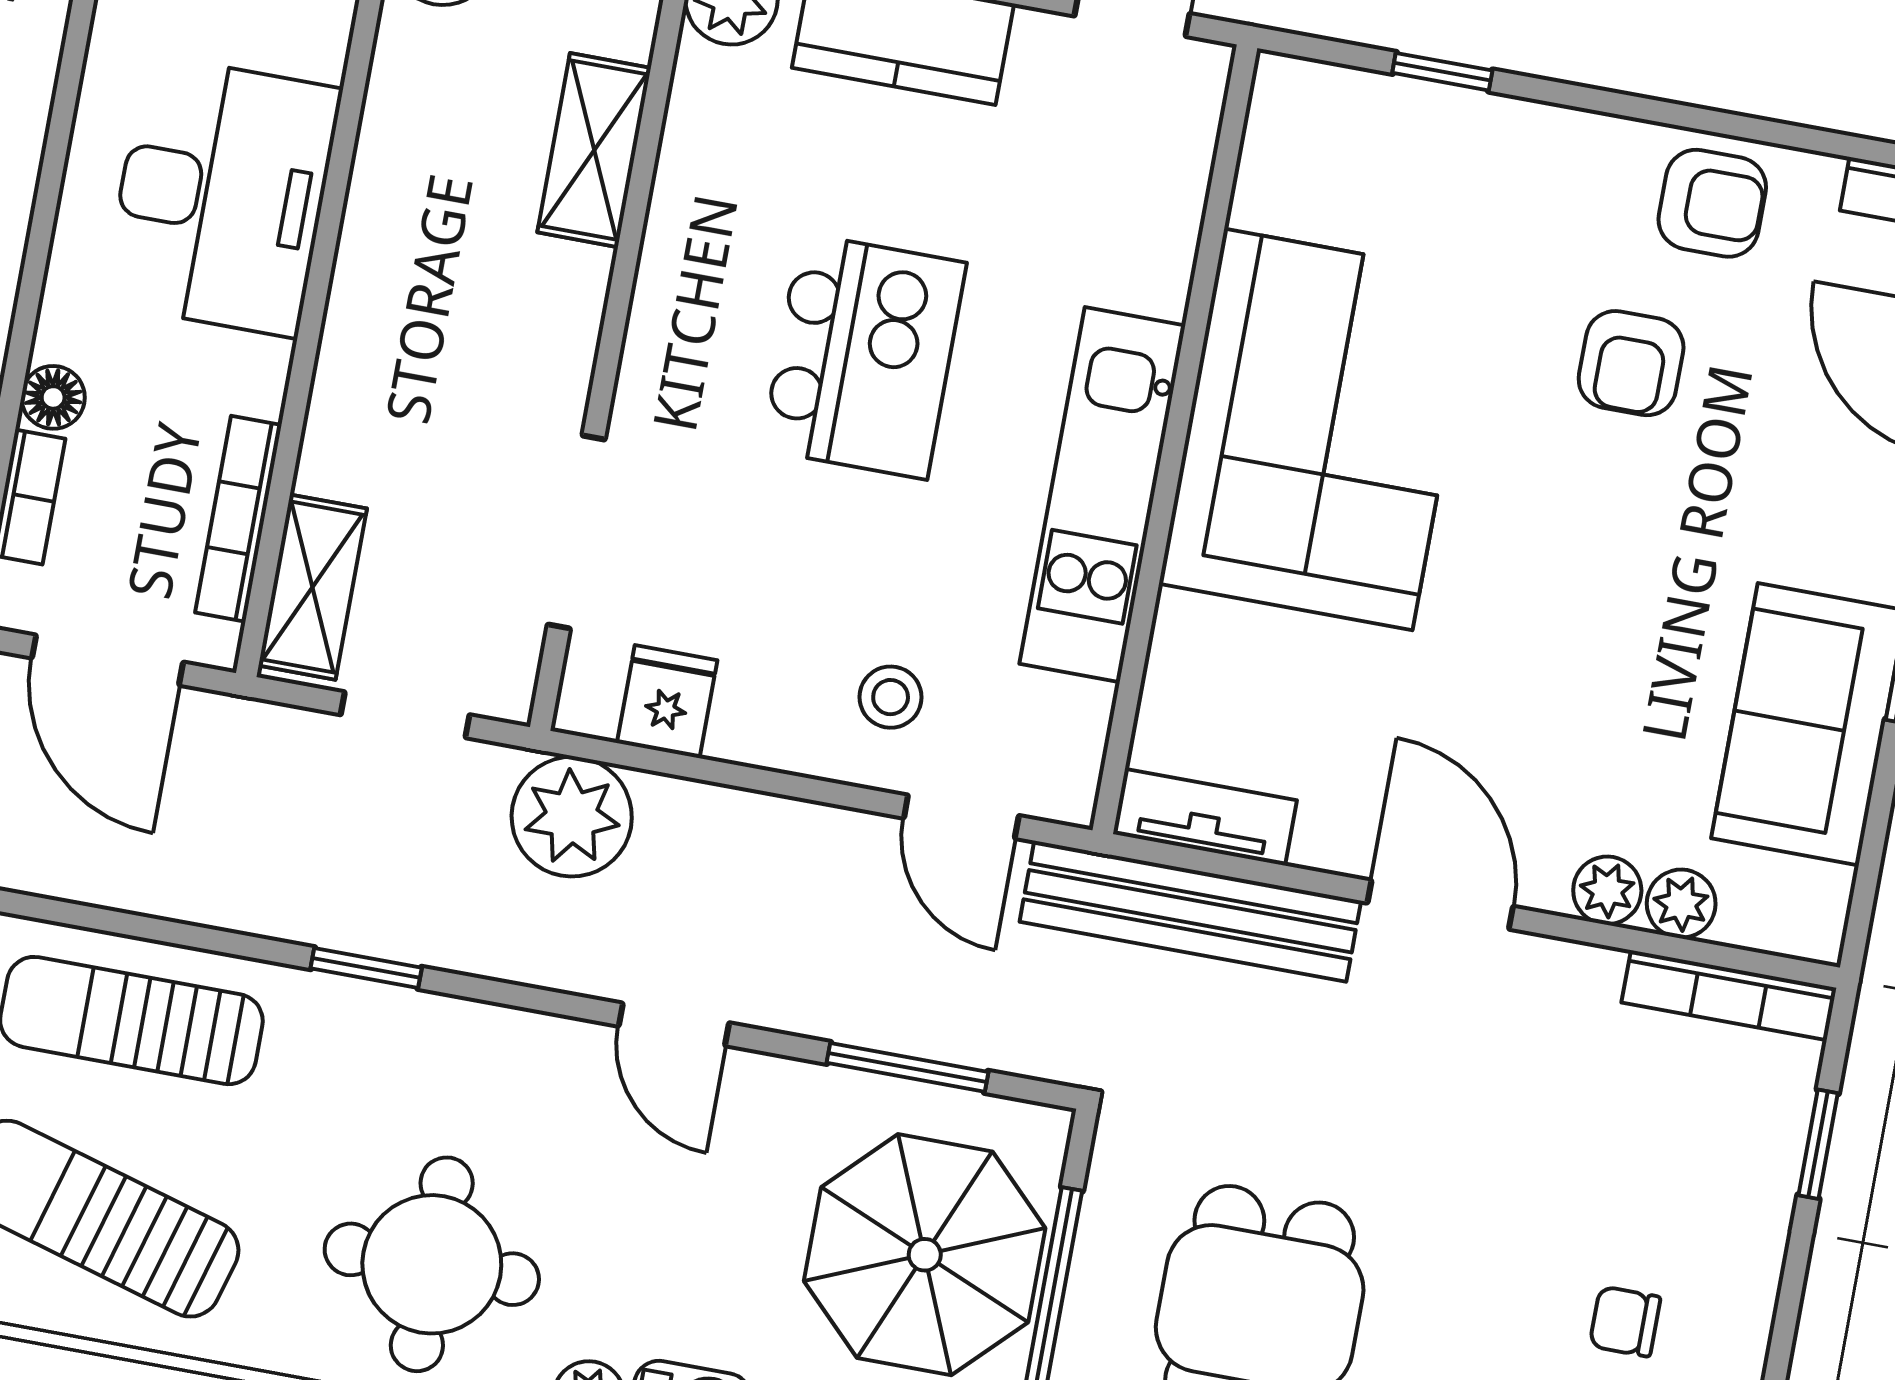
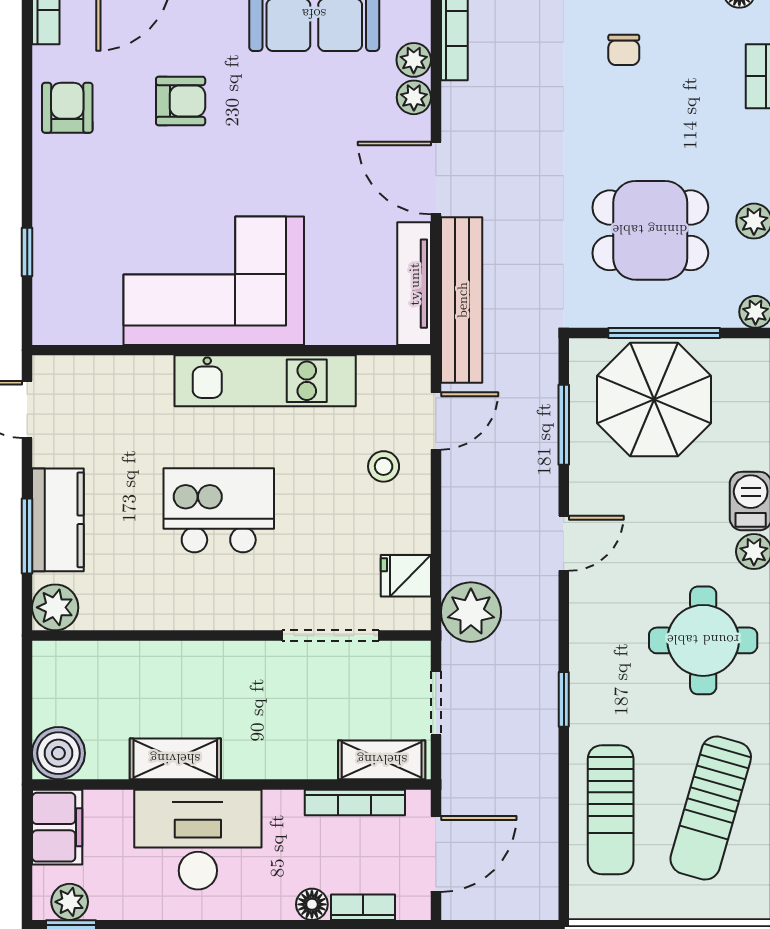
shelving: (594, 150) -> (175, 759), moved
armchair: (1631, 363) -> (181, 101), moved
tv unit: (1205, 817) -> (414, 284), width x1.41
door: (1440, 905) -> (436, 178), hinge flipped

